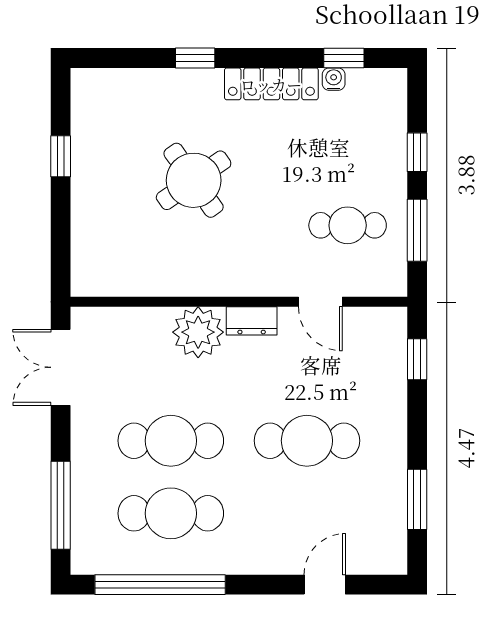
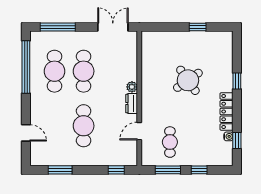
plant: (198, 332) -> (132, 87), width x0.53, depth x0.53

